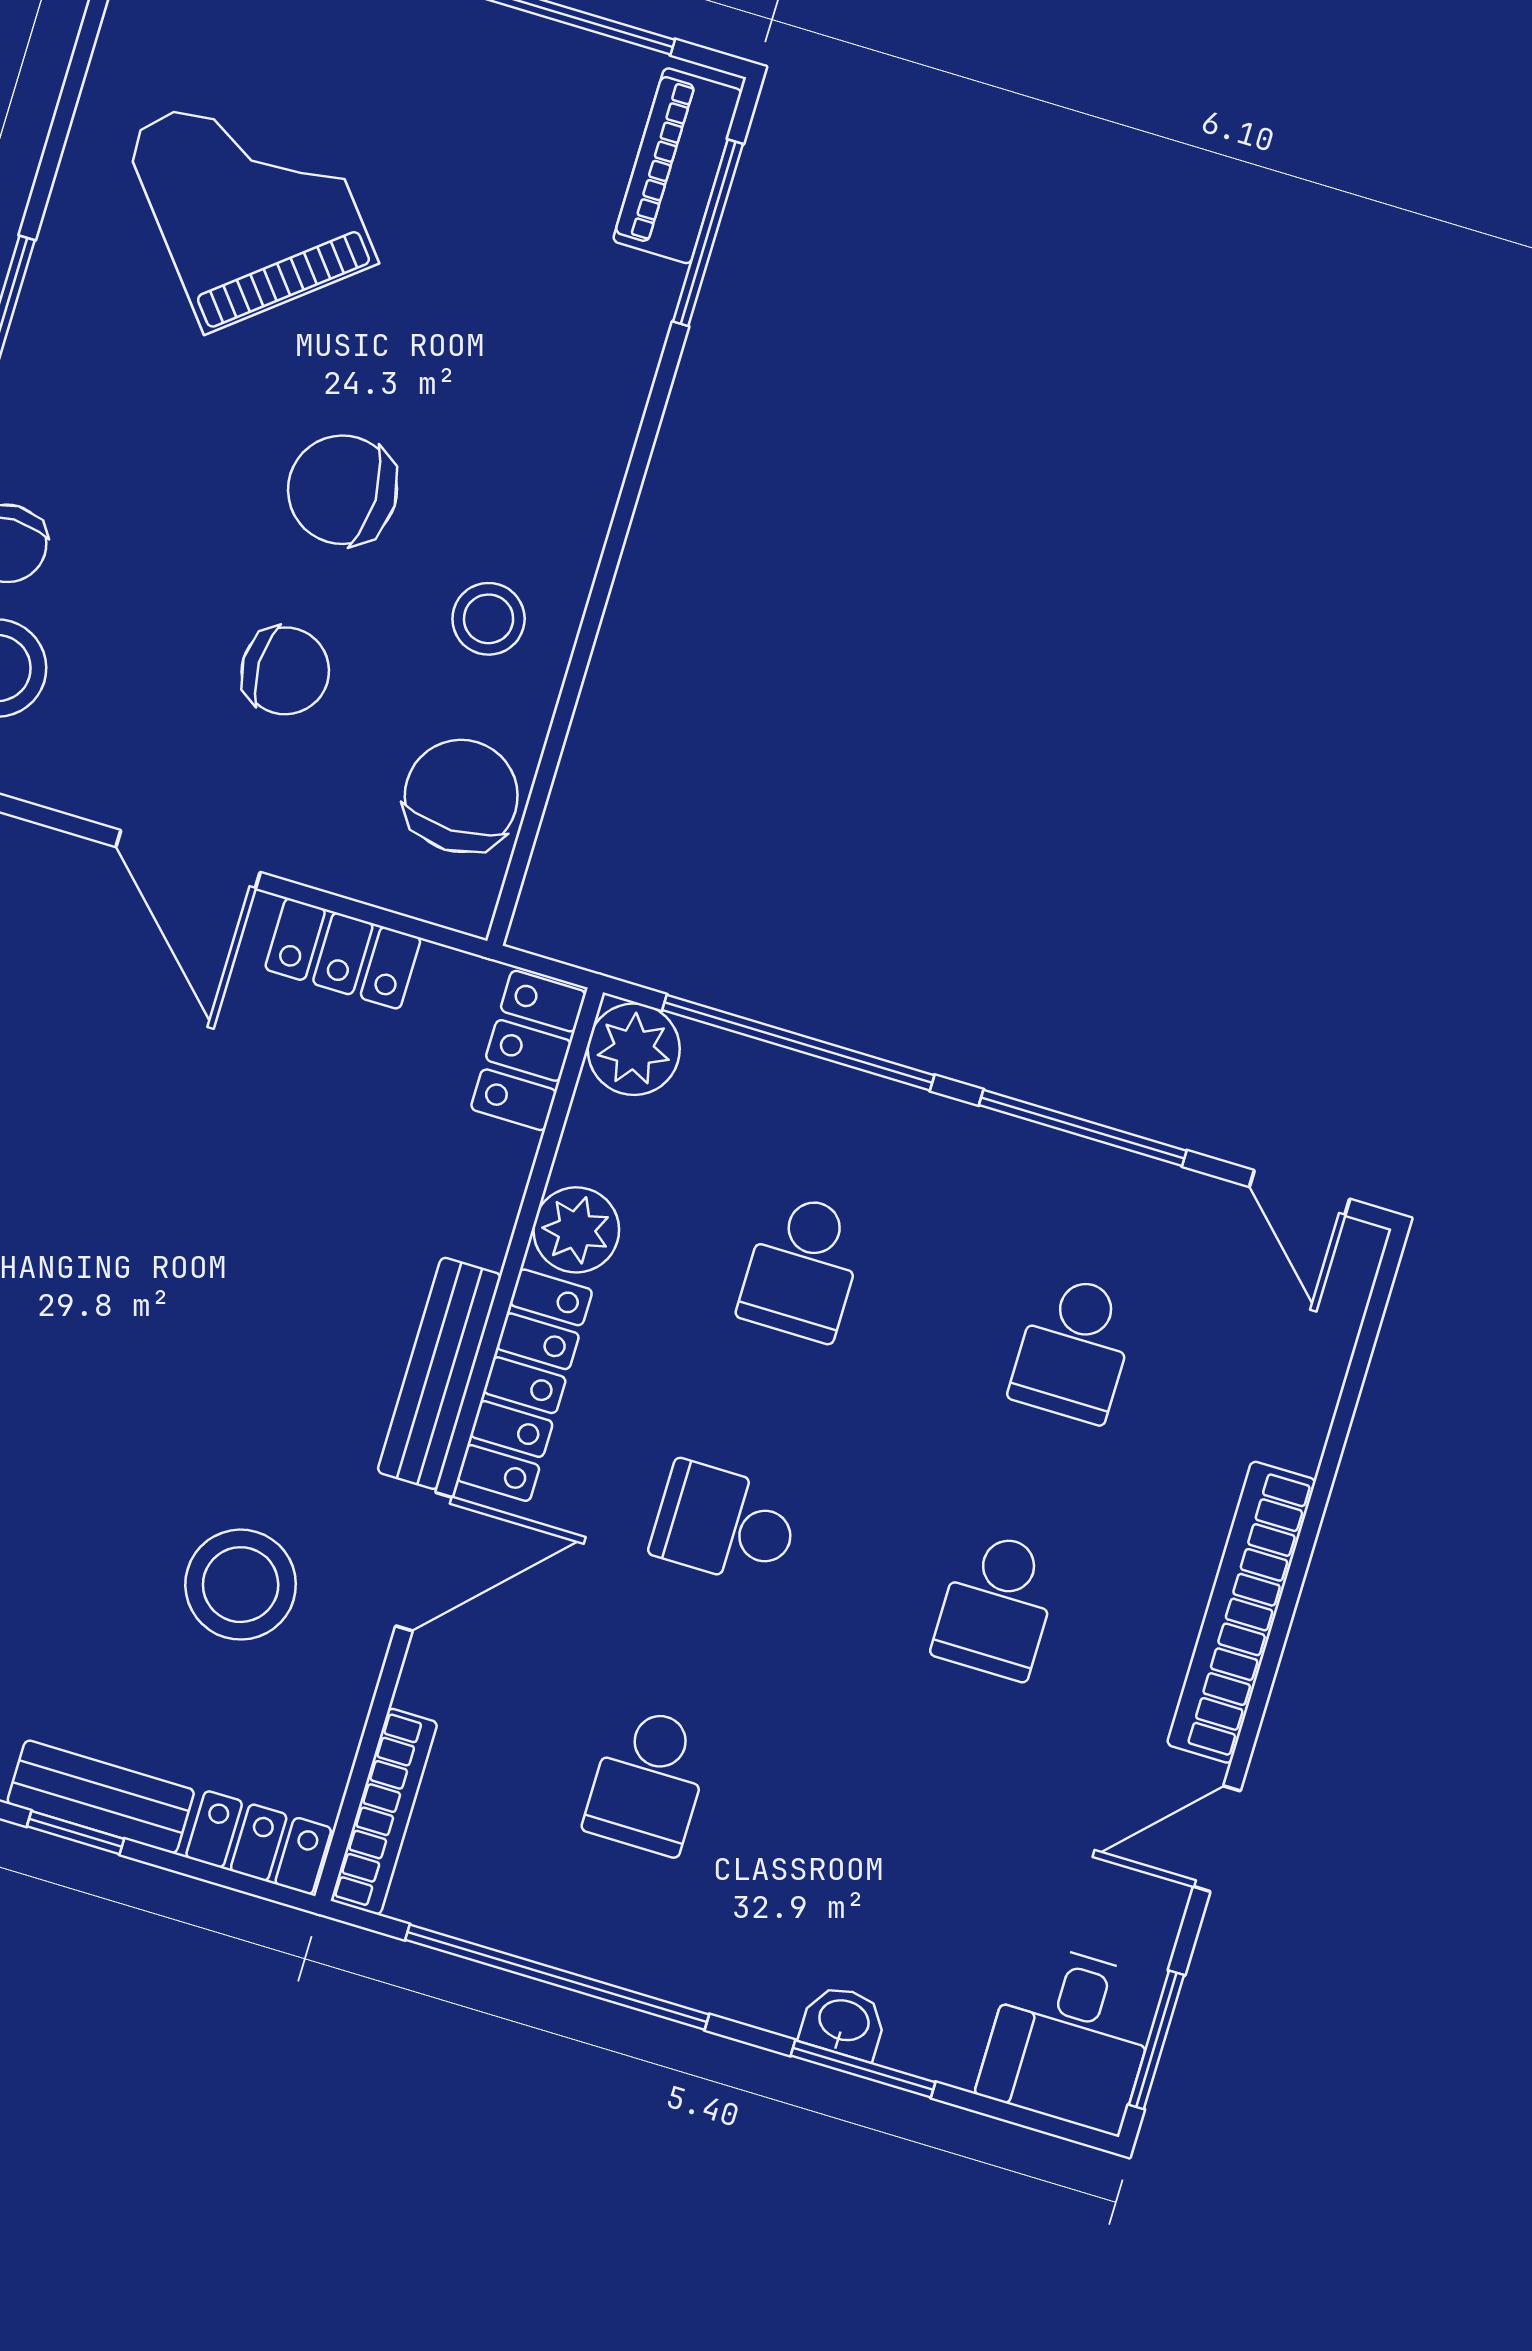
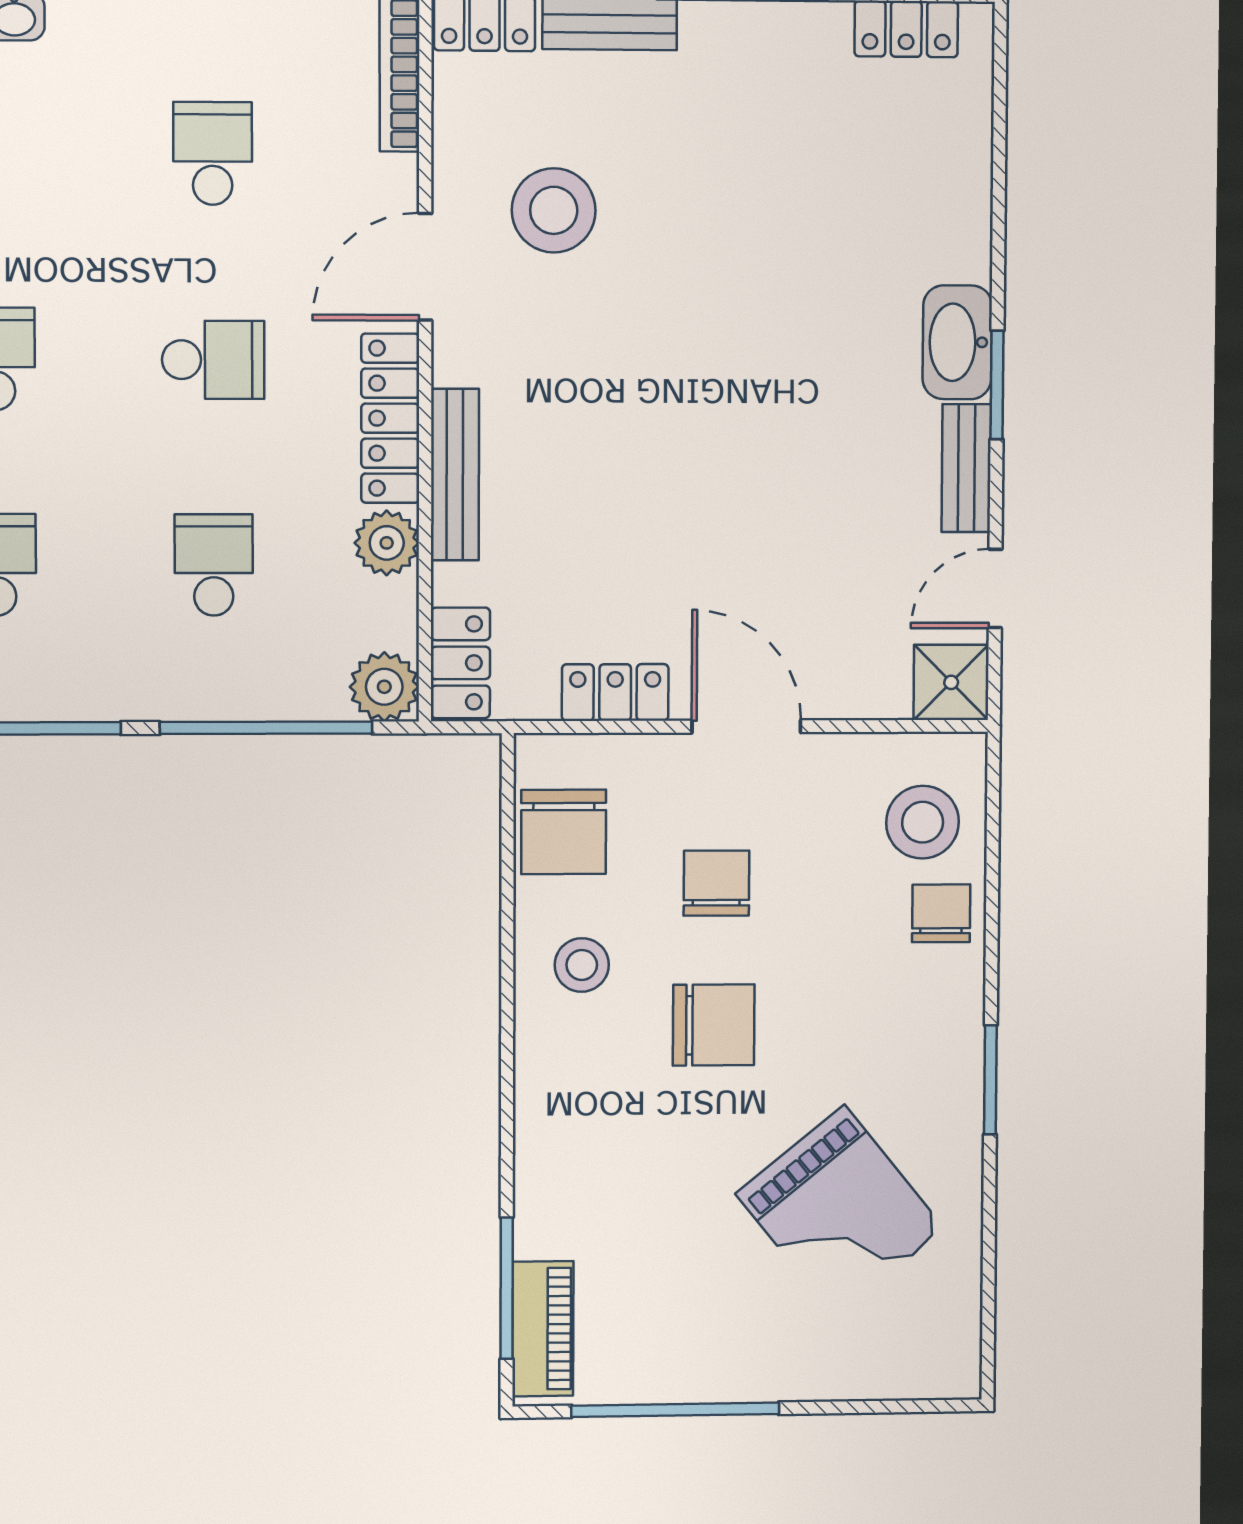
chair: (285, 671) -> (716, 883), turned 90
bench: (439, 1373) -> (455, 475), moved

